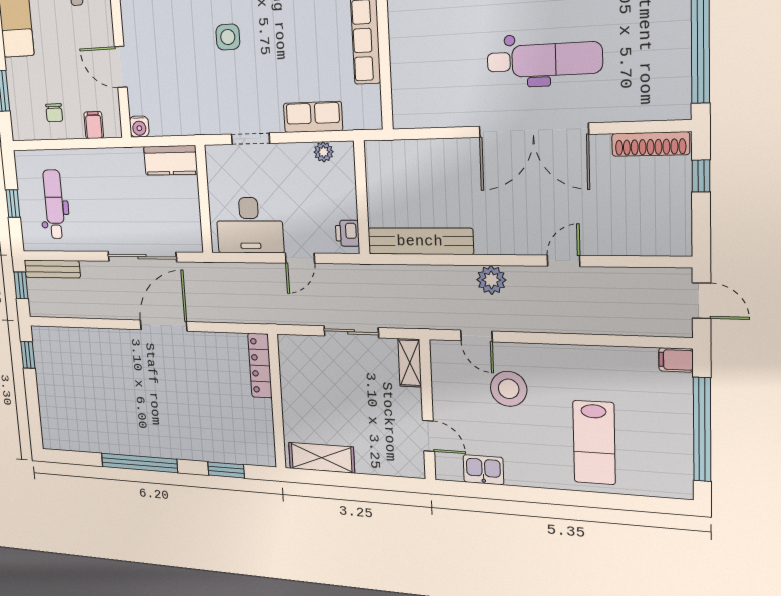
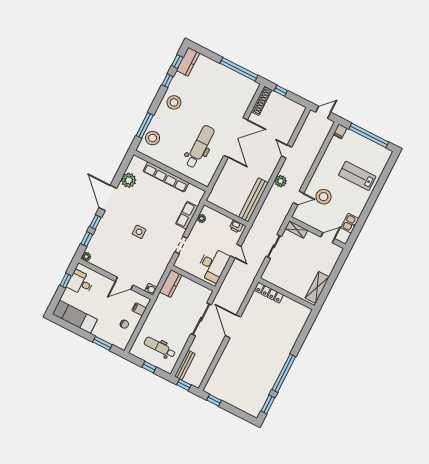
dental chair: (544, 60) -> (200, 147), moved
lab bench: (594, 443) -> (357, 176), turned 180
window: (226, 470) -> (268, 404), moved

